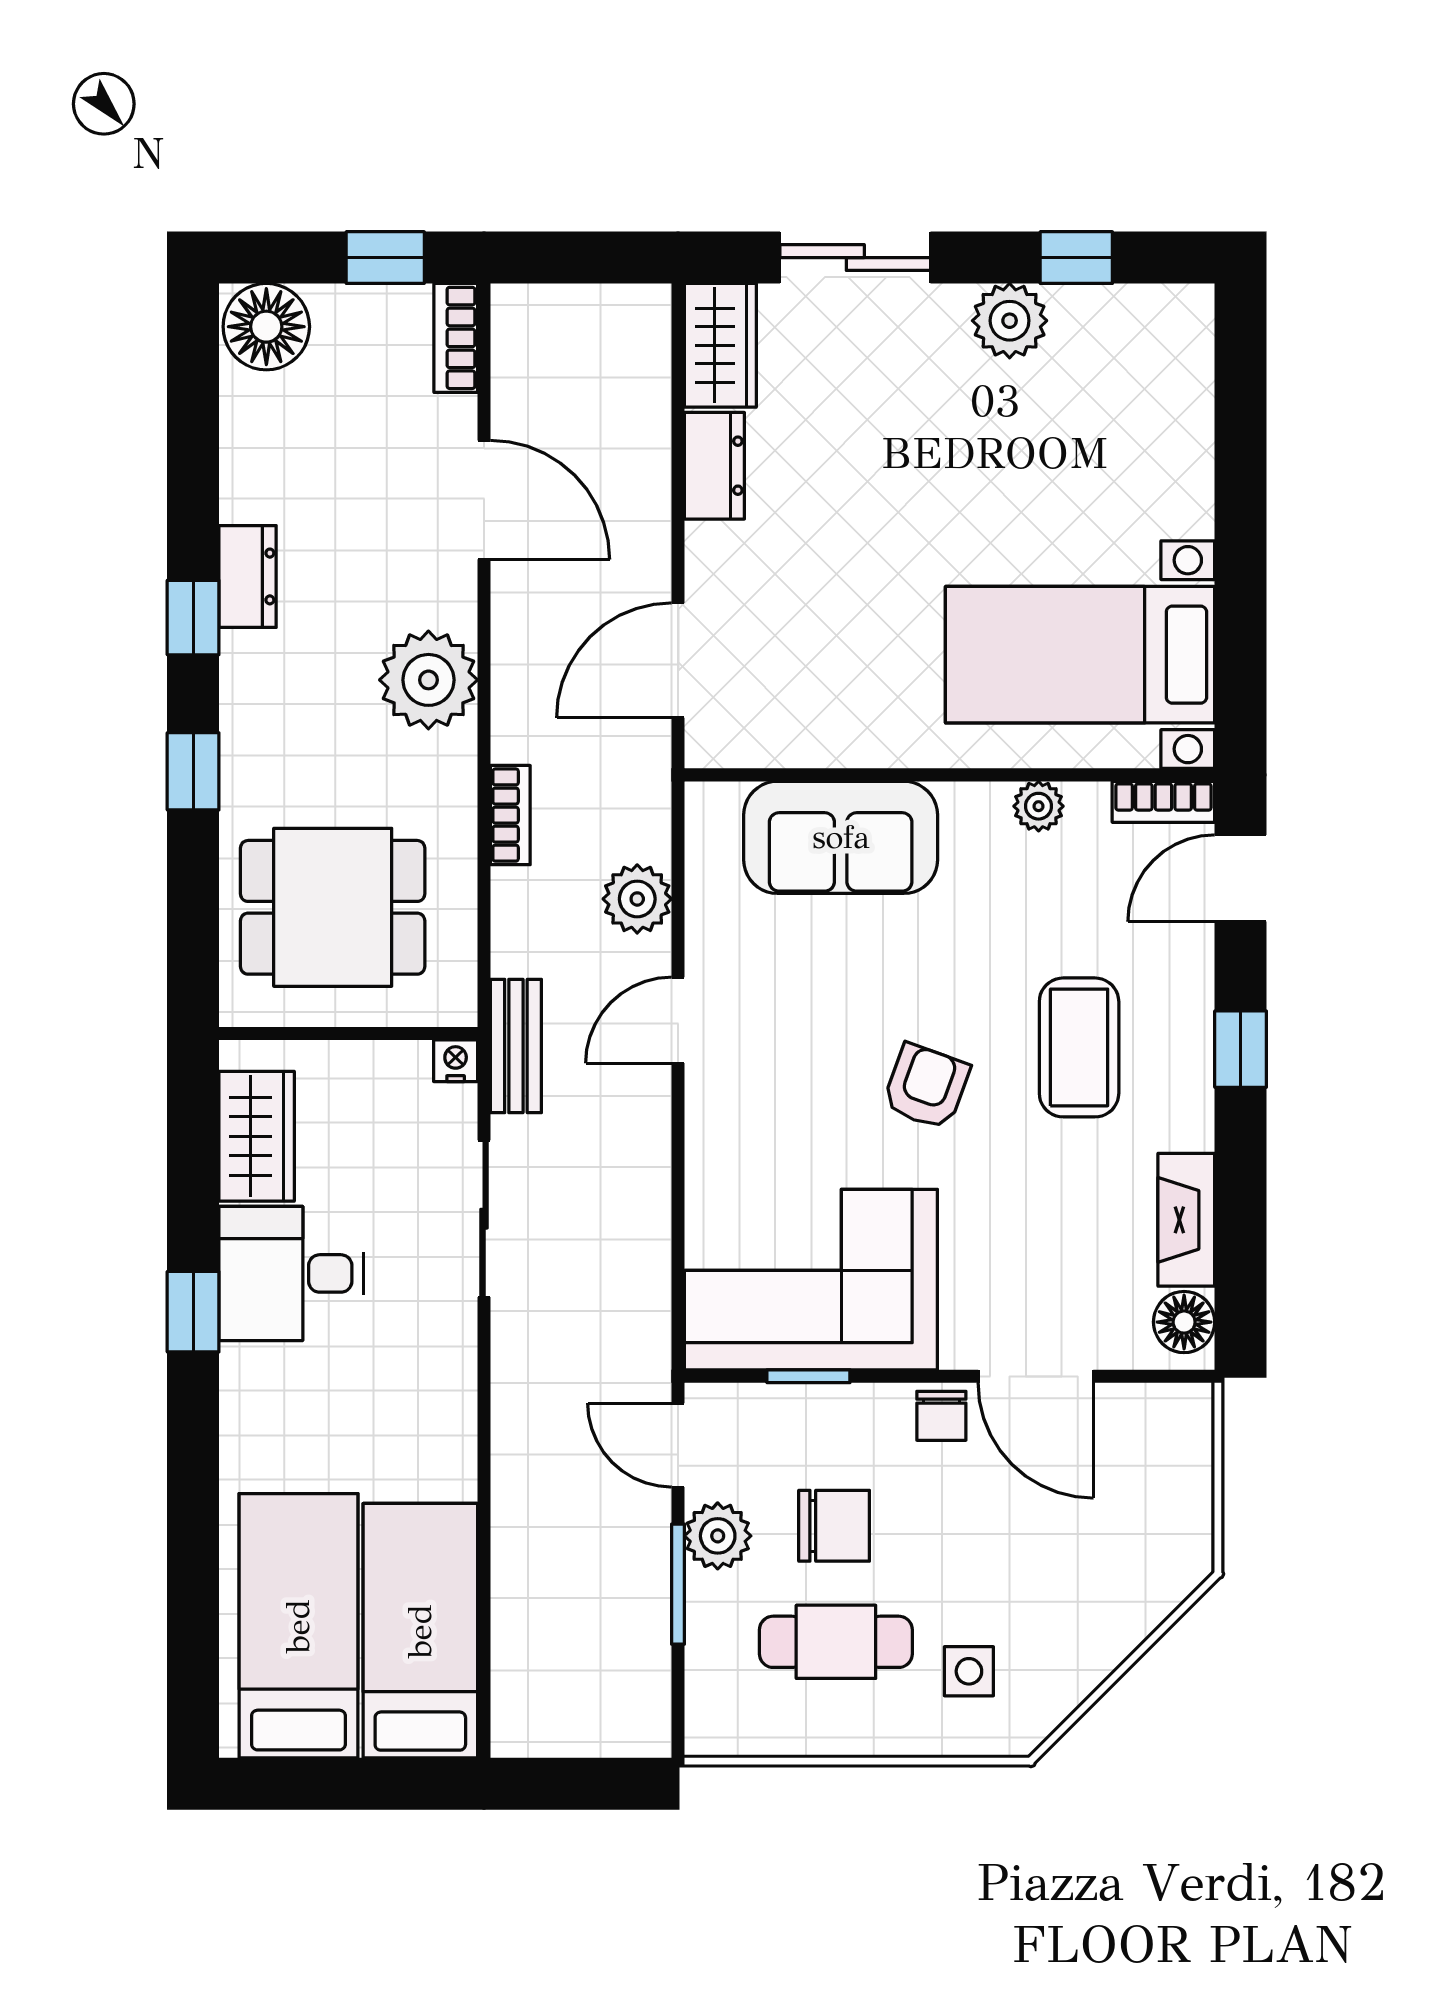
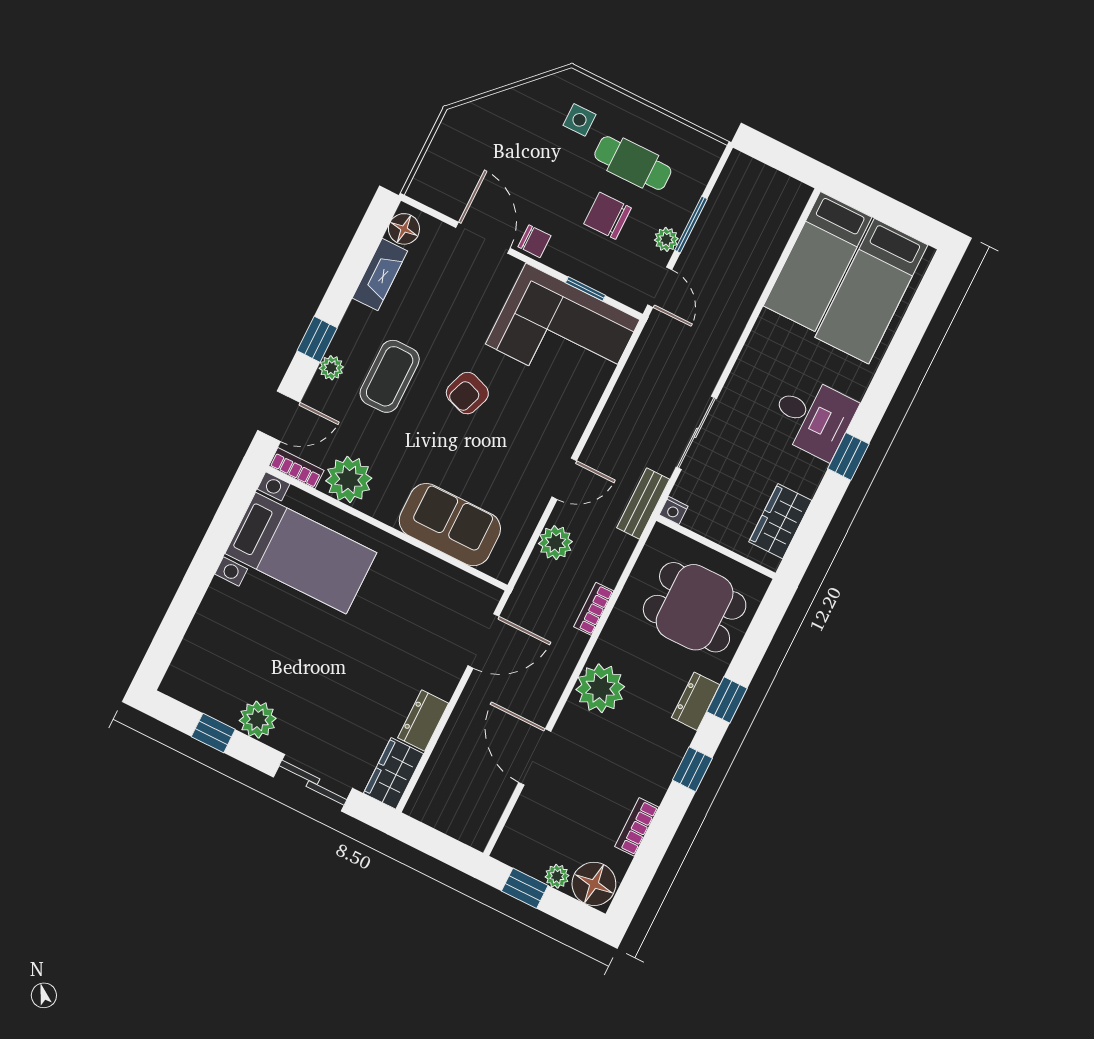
plant: (339, 308) -> (557, 876), added
bookcase: (456, 338) -> (637, 827), moved, turned 180
dresser: (248, 576) -> (696, 701), moved
plant: (1039, 806) -> (349, 479), width x1.88, depth x1.88
plant: (1190, 1011) -> (331, 368), added
desk: (291, 1273) -> (813, 417), moved
chair: (941, 1416) -> (534, 241), turned 90
plant: (718, 1536) -> (666, 239), width x0.73, depth x0.73

